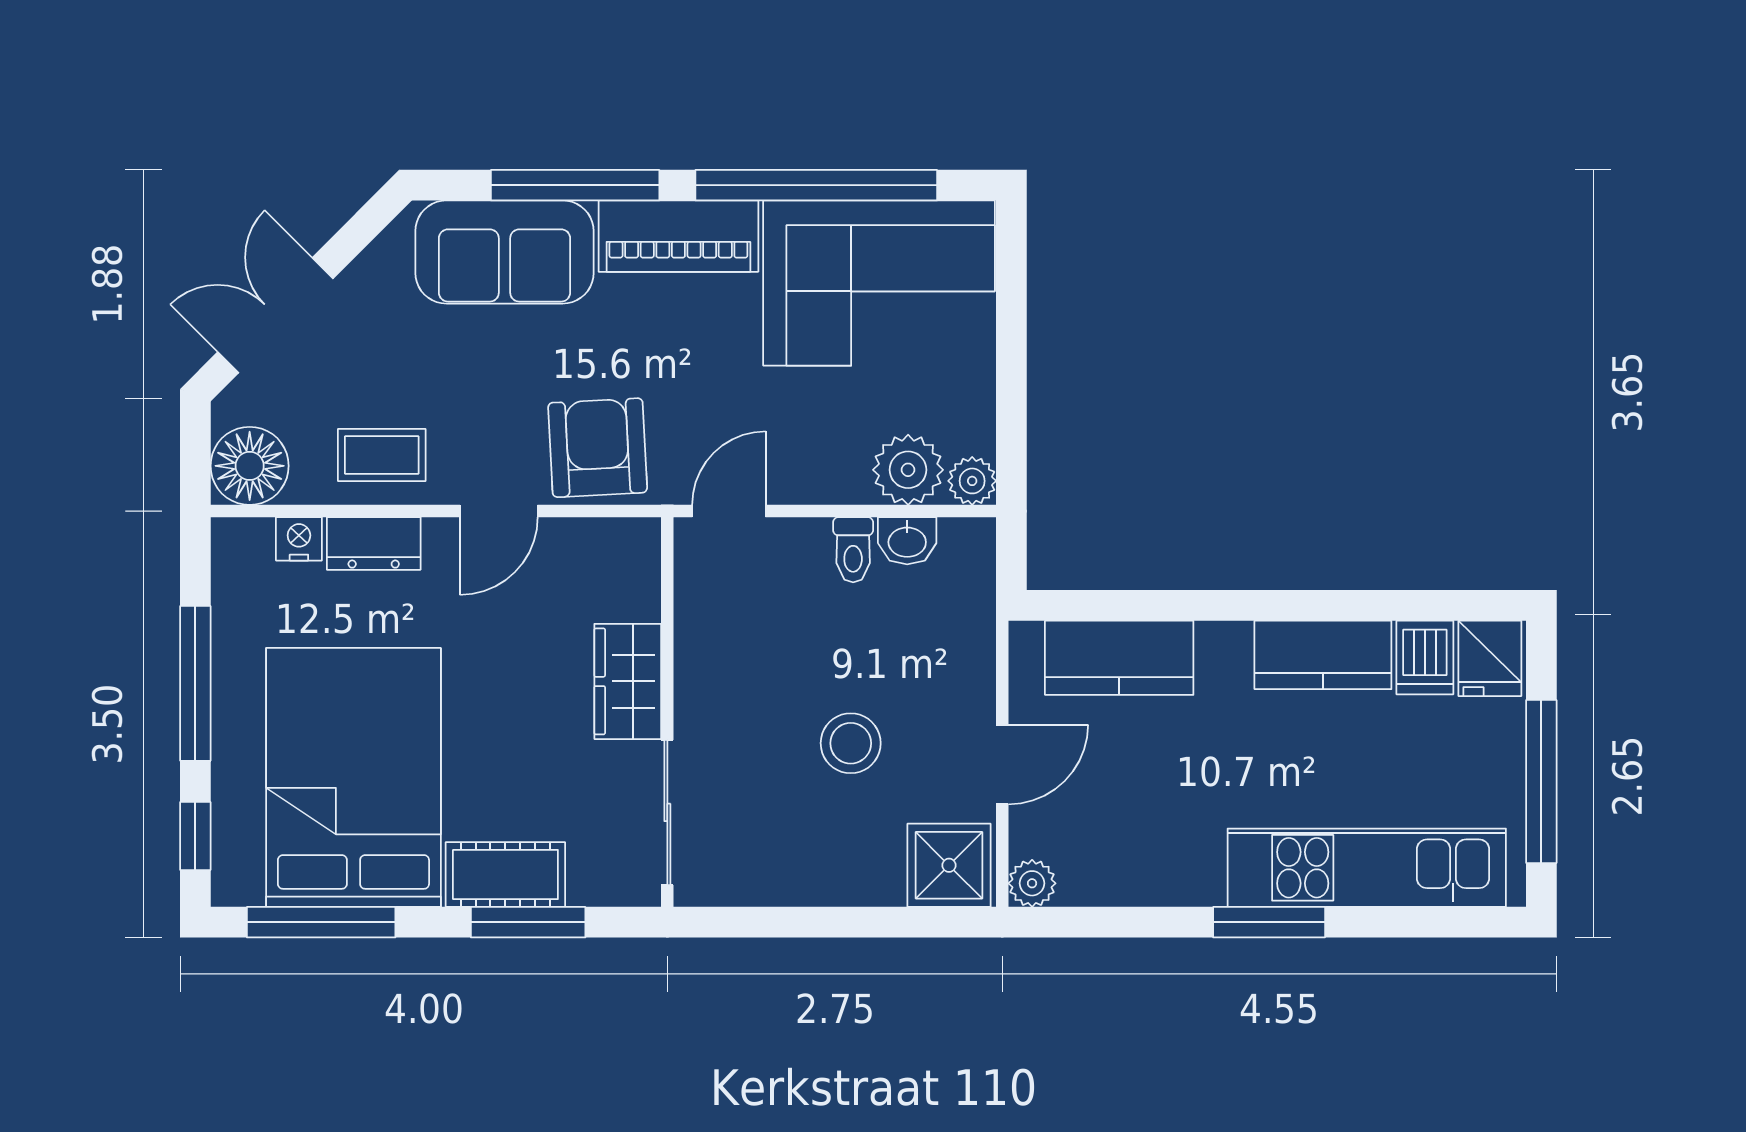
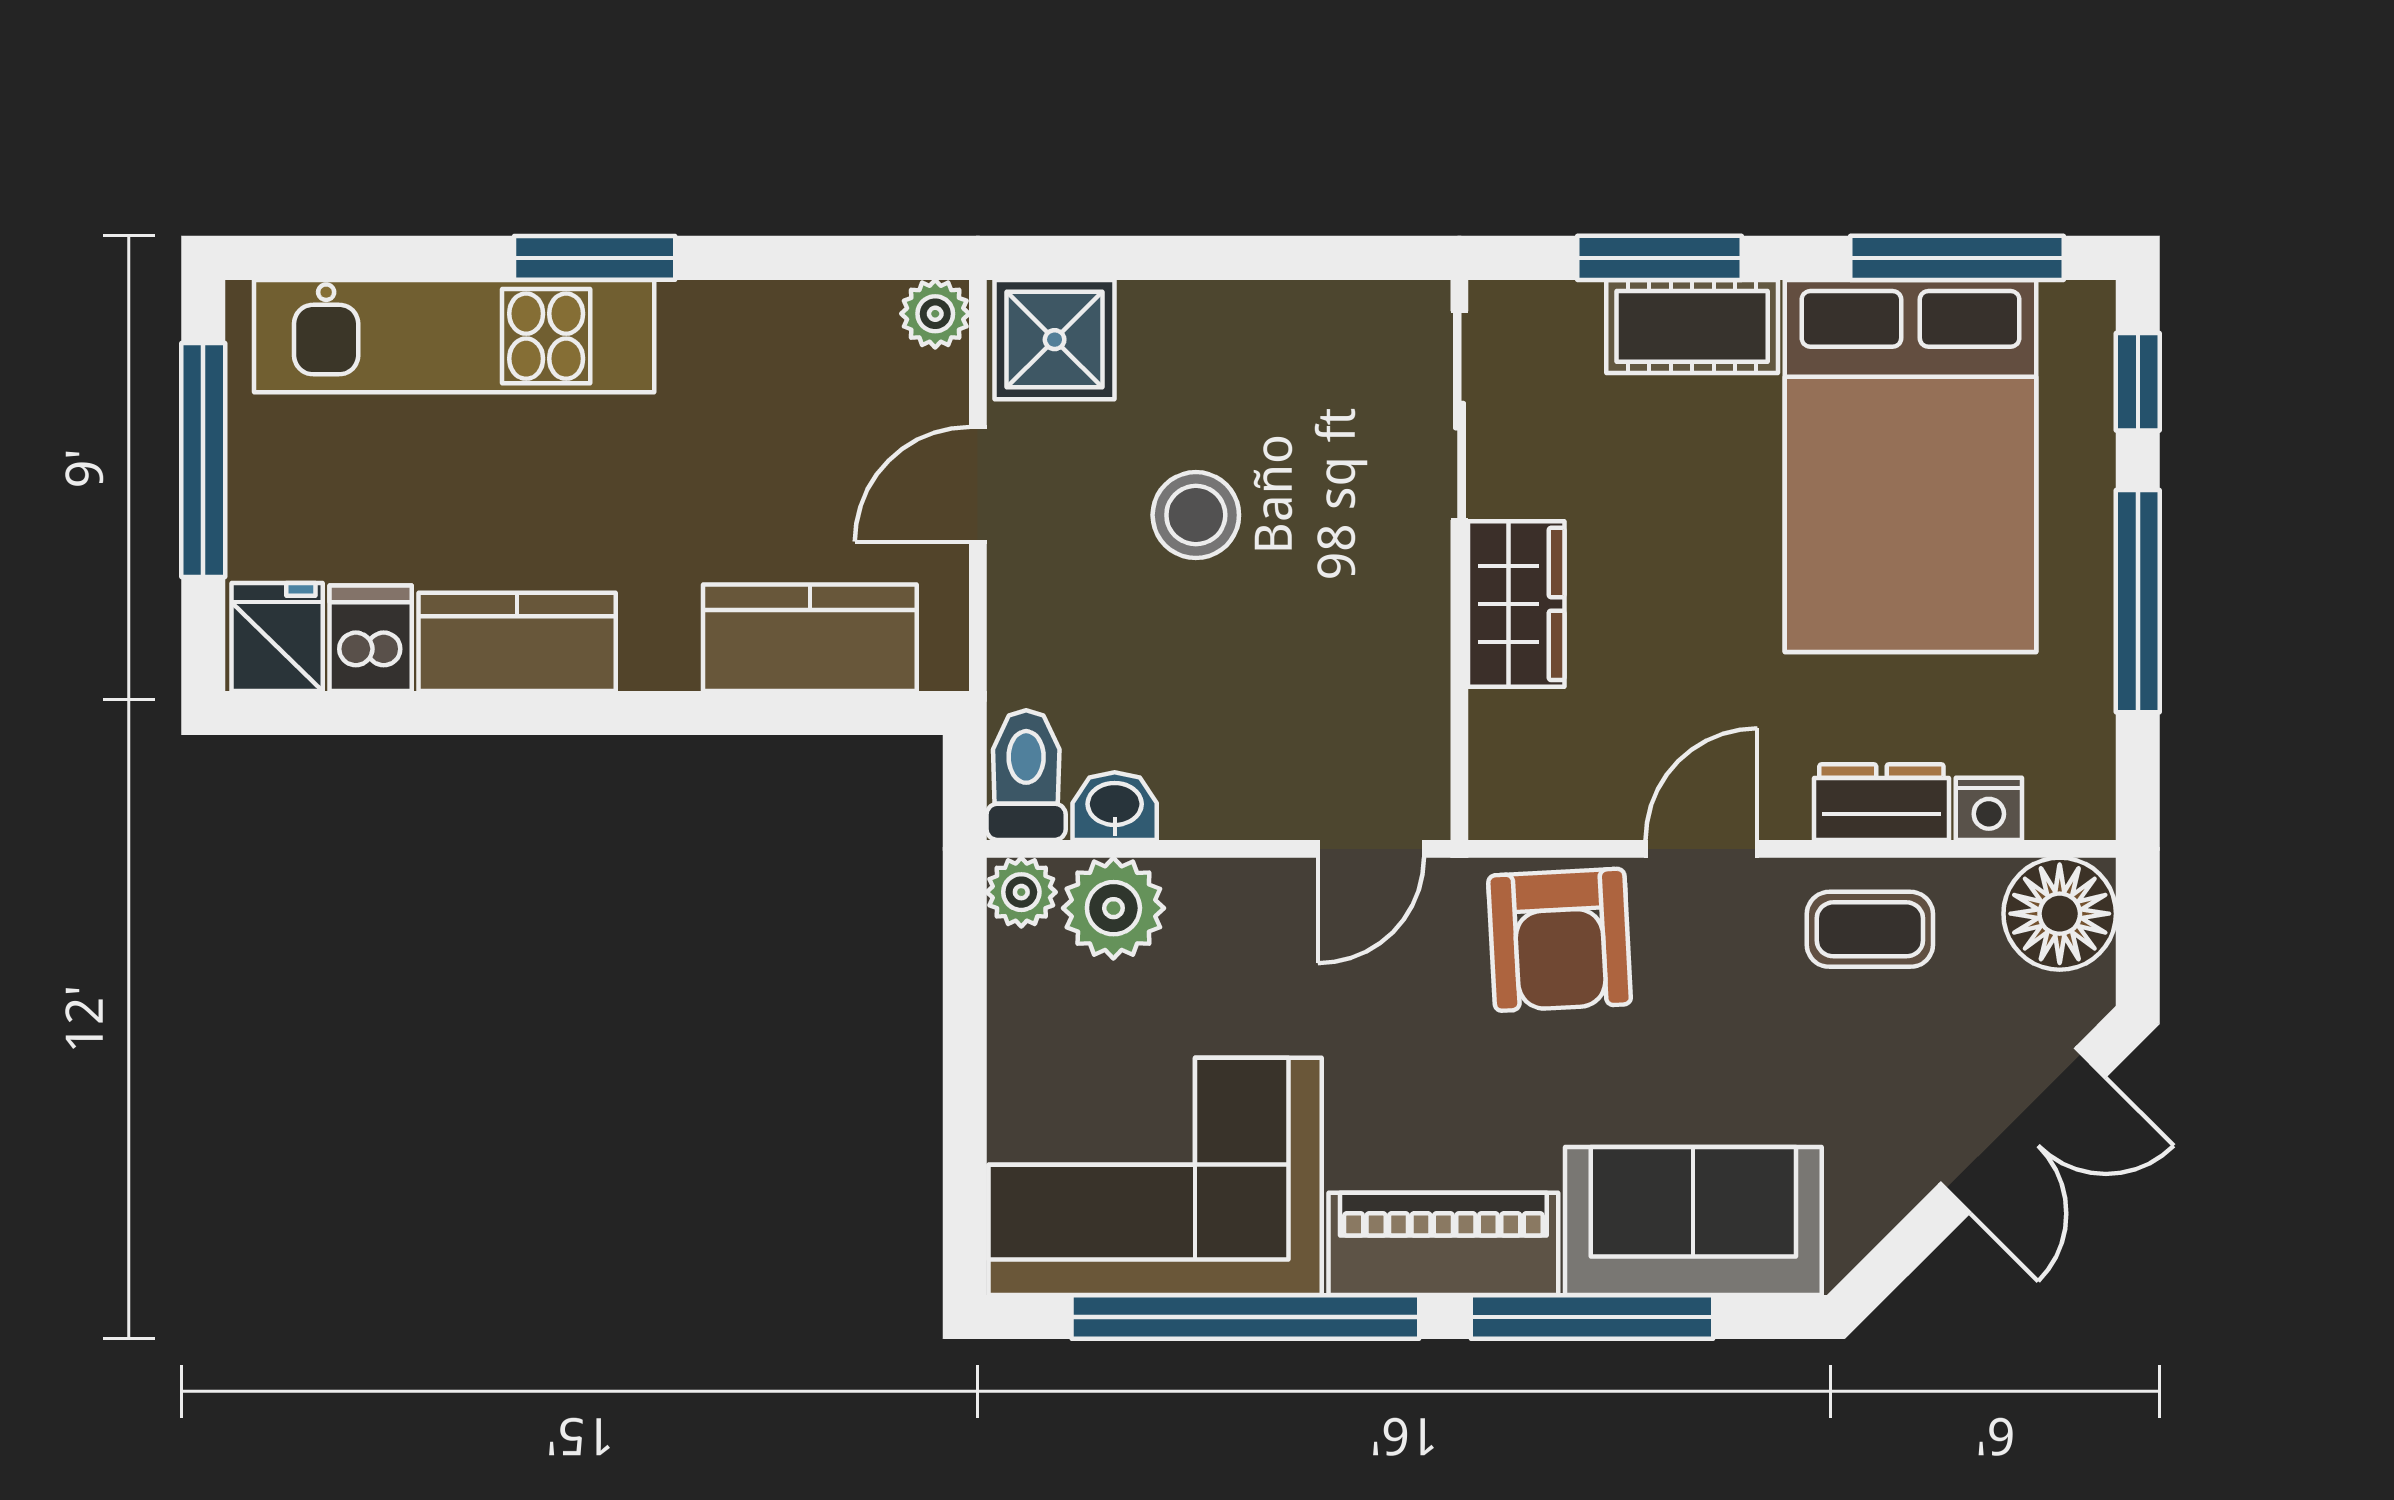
toilet: (853, 550) -> (1026, 775), moved, width x1.37, depth x1.39

